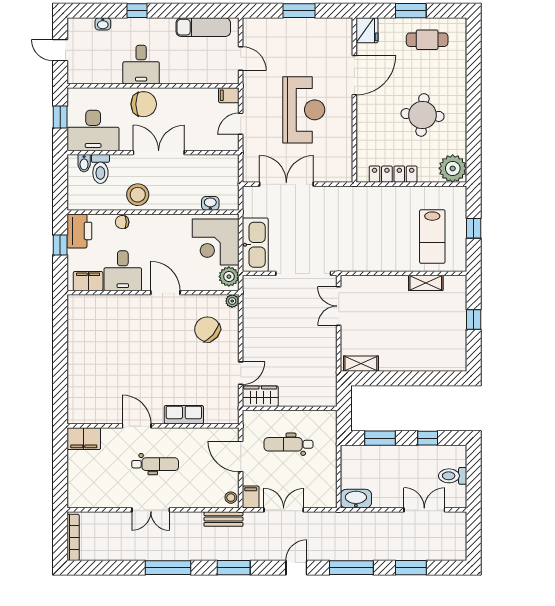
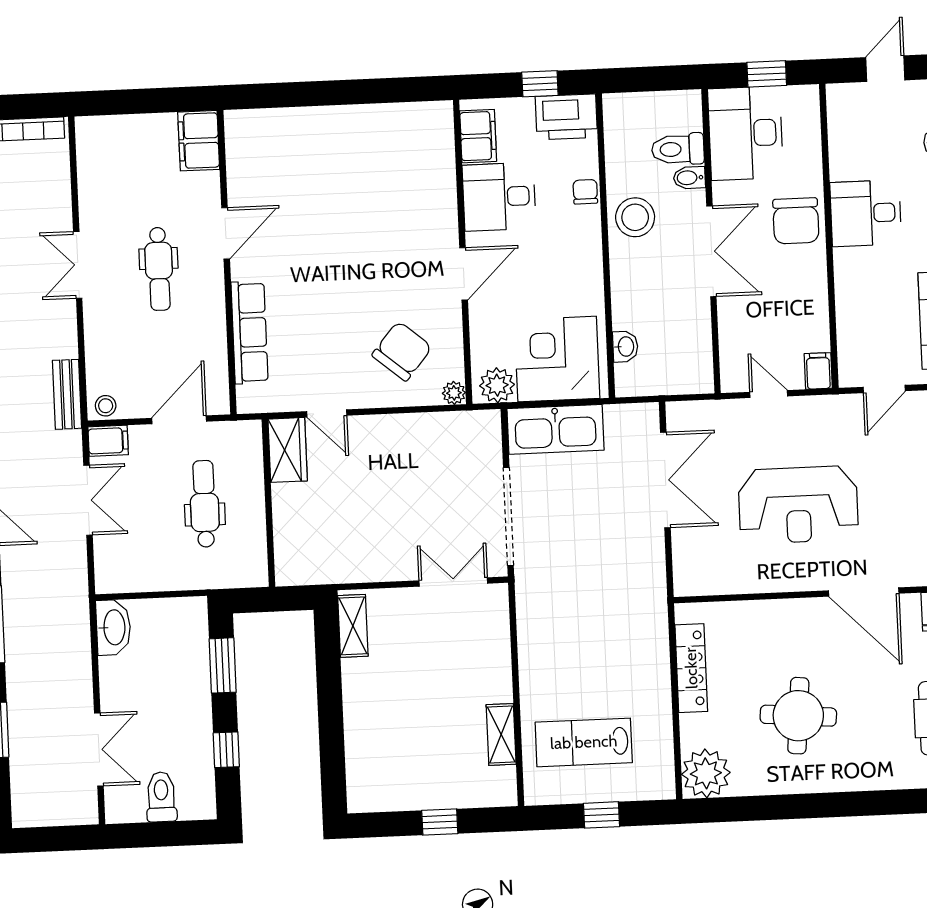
bidet: (84, 163) -> (689, 178), moved
row of seats: (184, 415) -> (250, 332), width x1.48

